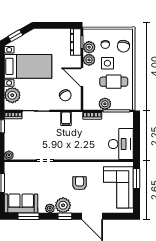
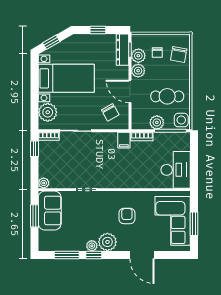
window: (55, 25) -> (98, 30), added
side table: (107, 63) -> (181, 120), moved
filing cabinet: (66, 119) -> (124, 140), moved
window: (136, 178) -> (194, 224), moved
sofa: (21, 203) -> (50, 211), moved, turned 90
window: (65, 216) -> (94, 255), moved

